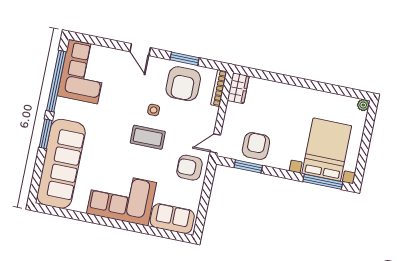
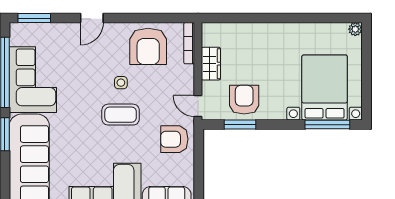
door: (140, 50) -> (92, 18), hinge flipped
window: (185, 59) -> (34, 18), moved
corner sofa: (83, 72) -> (33, 80), moved
wardrobe: (238, 88) -> (211, 64), moved
door: (215, 143) -> (198, 106), hinge flipped

